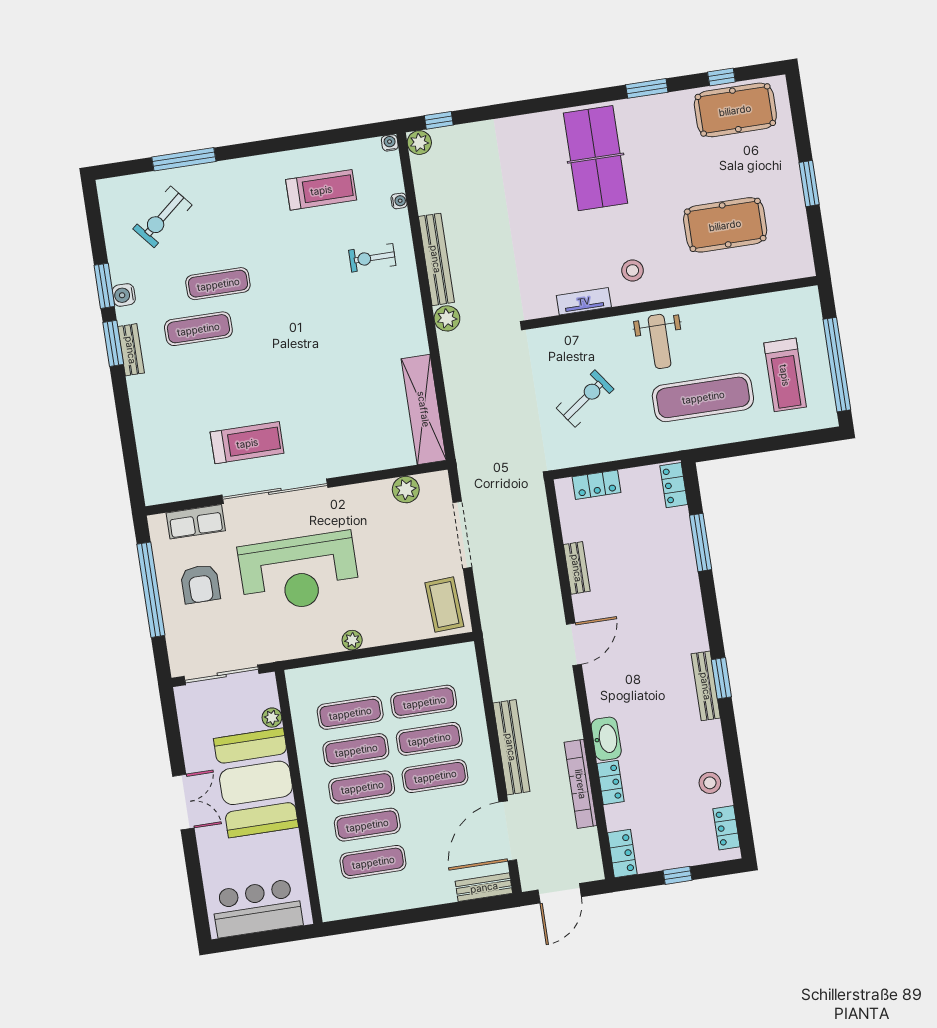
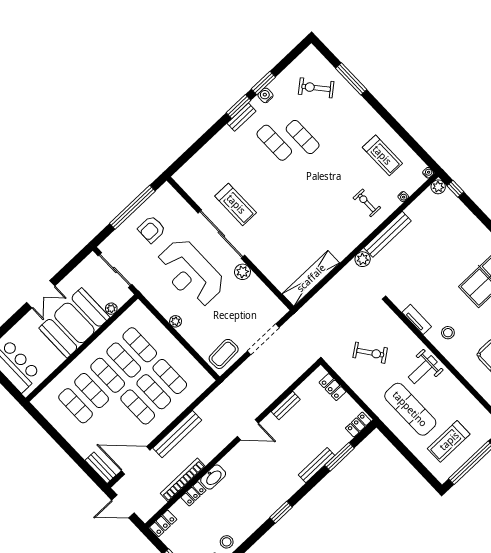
plant: (406, 490) -> (243, 272), moved
row of seats: (196, 522) -> (180, 206), removed
bench: (706, 686) -> (317, 465), moved

